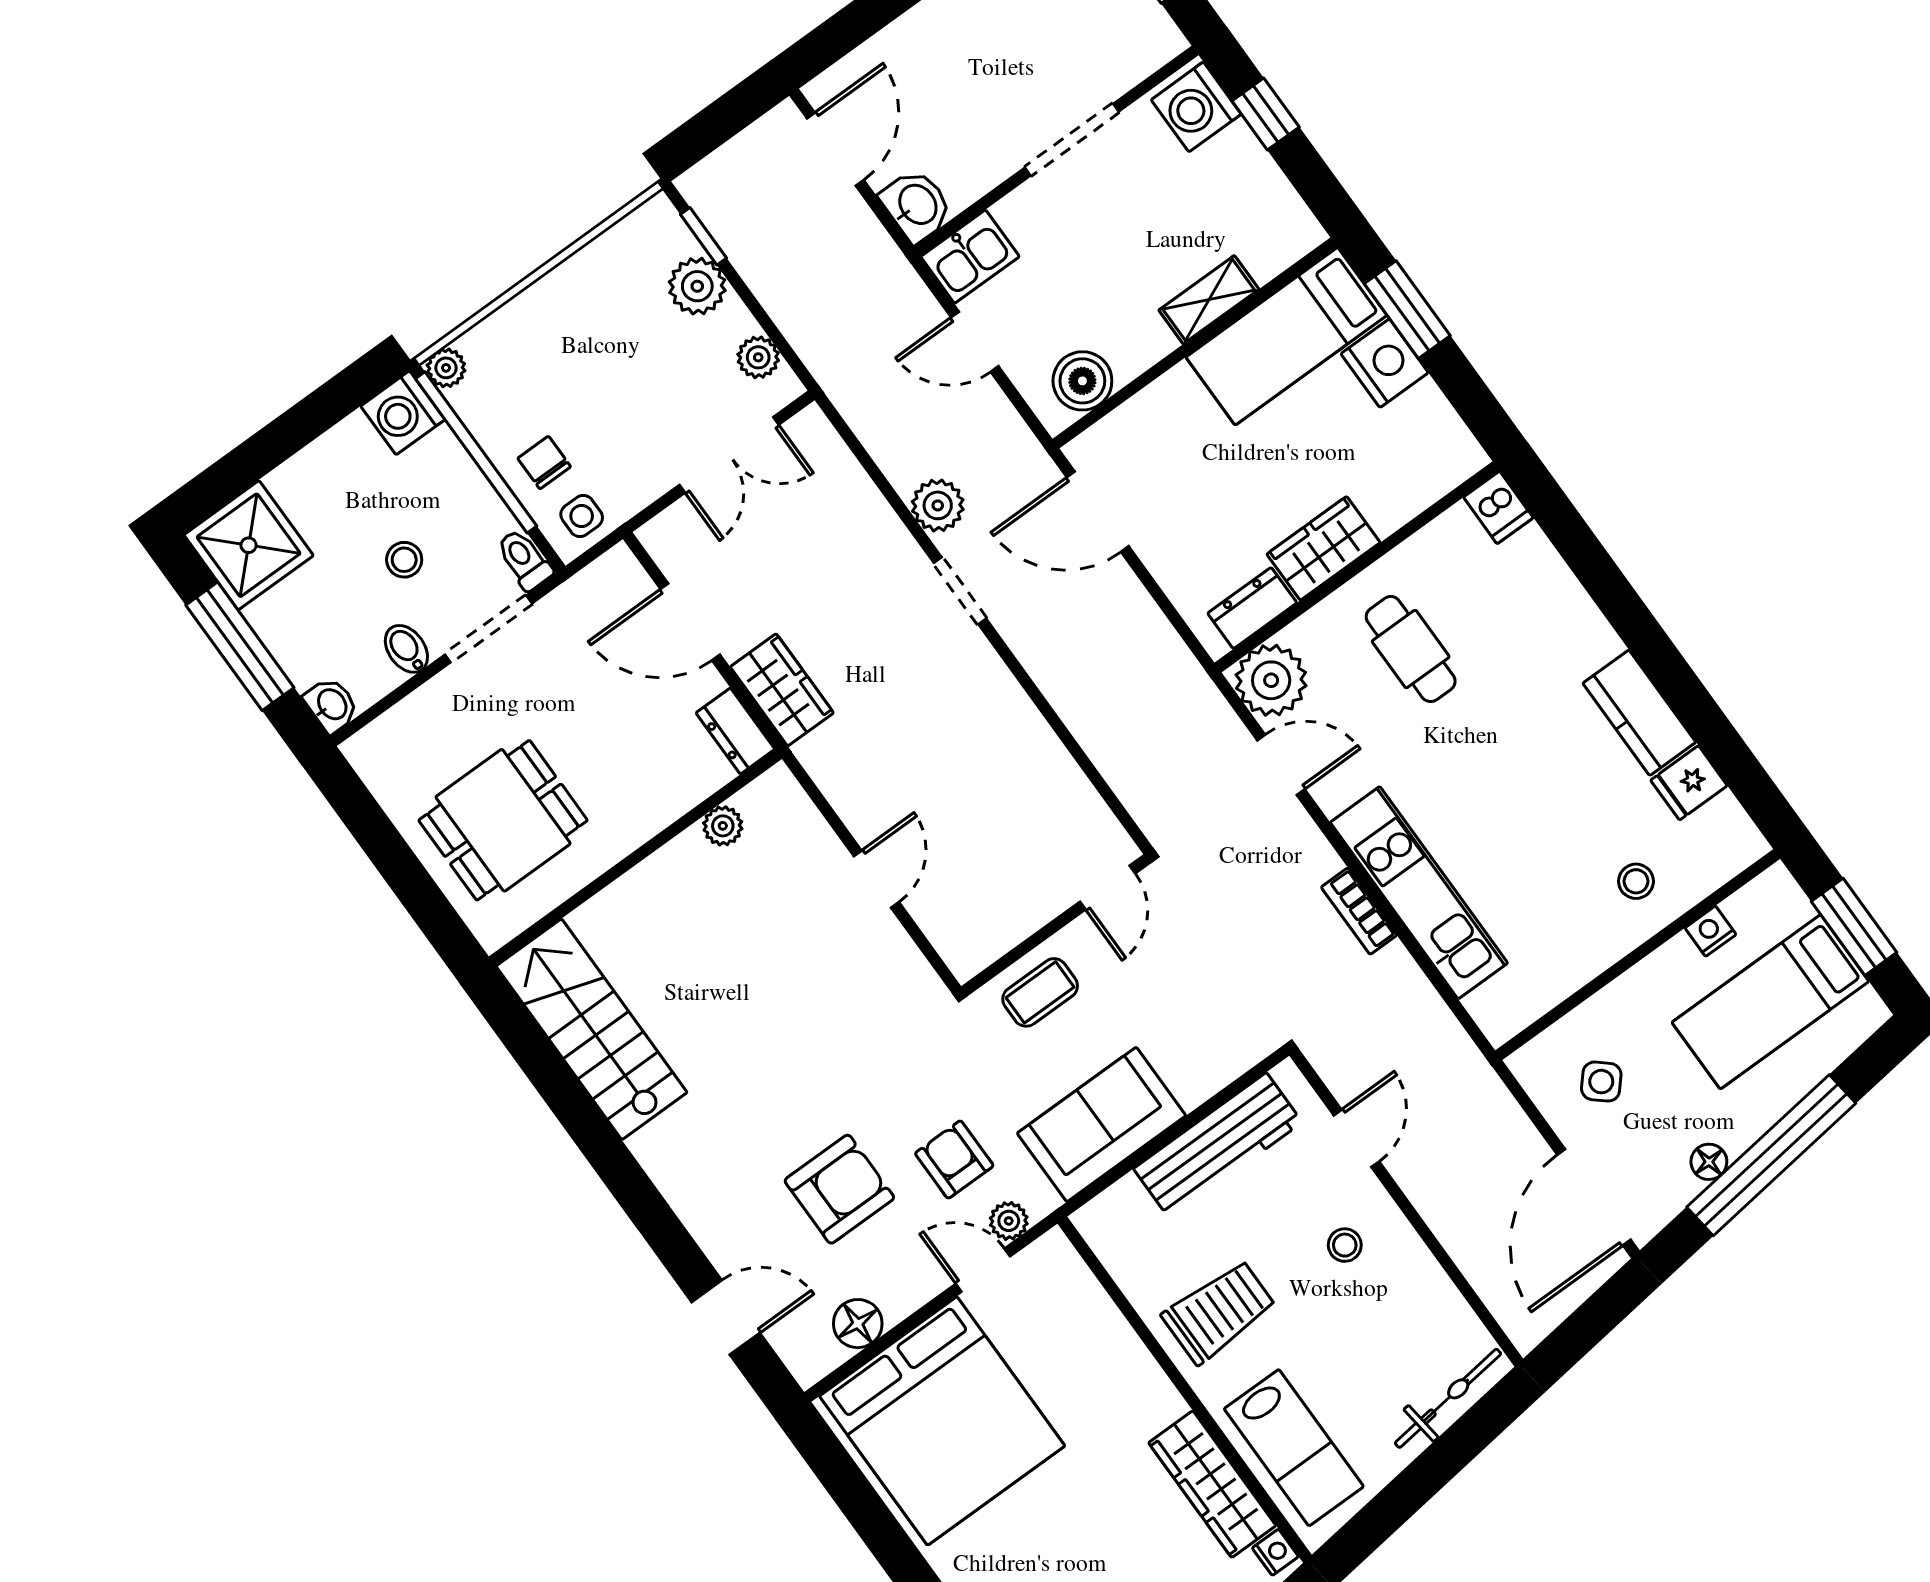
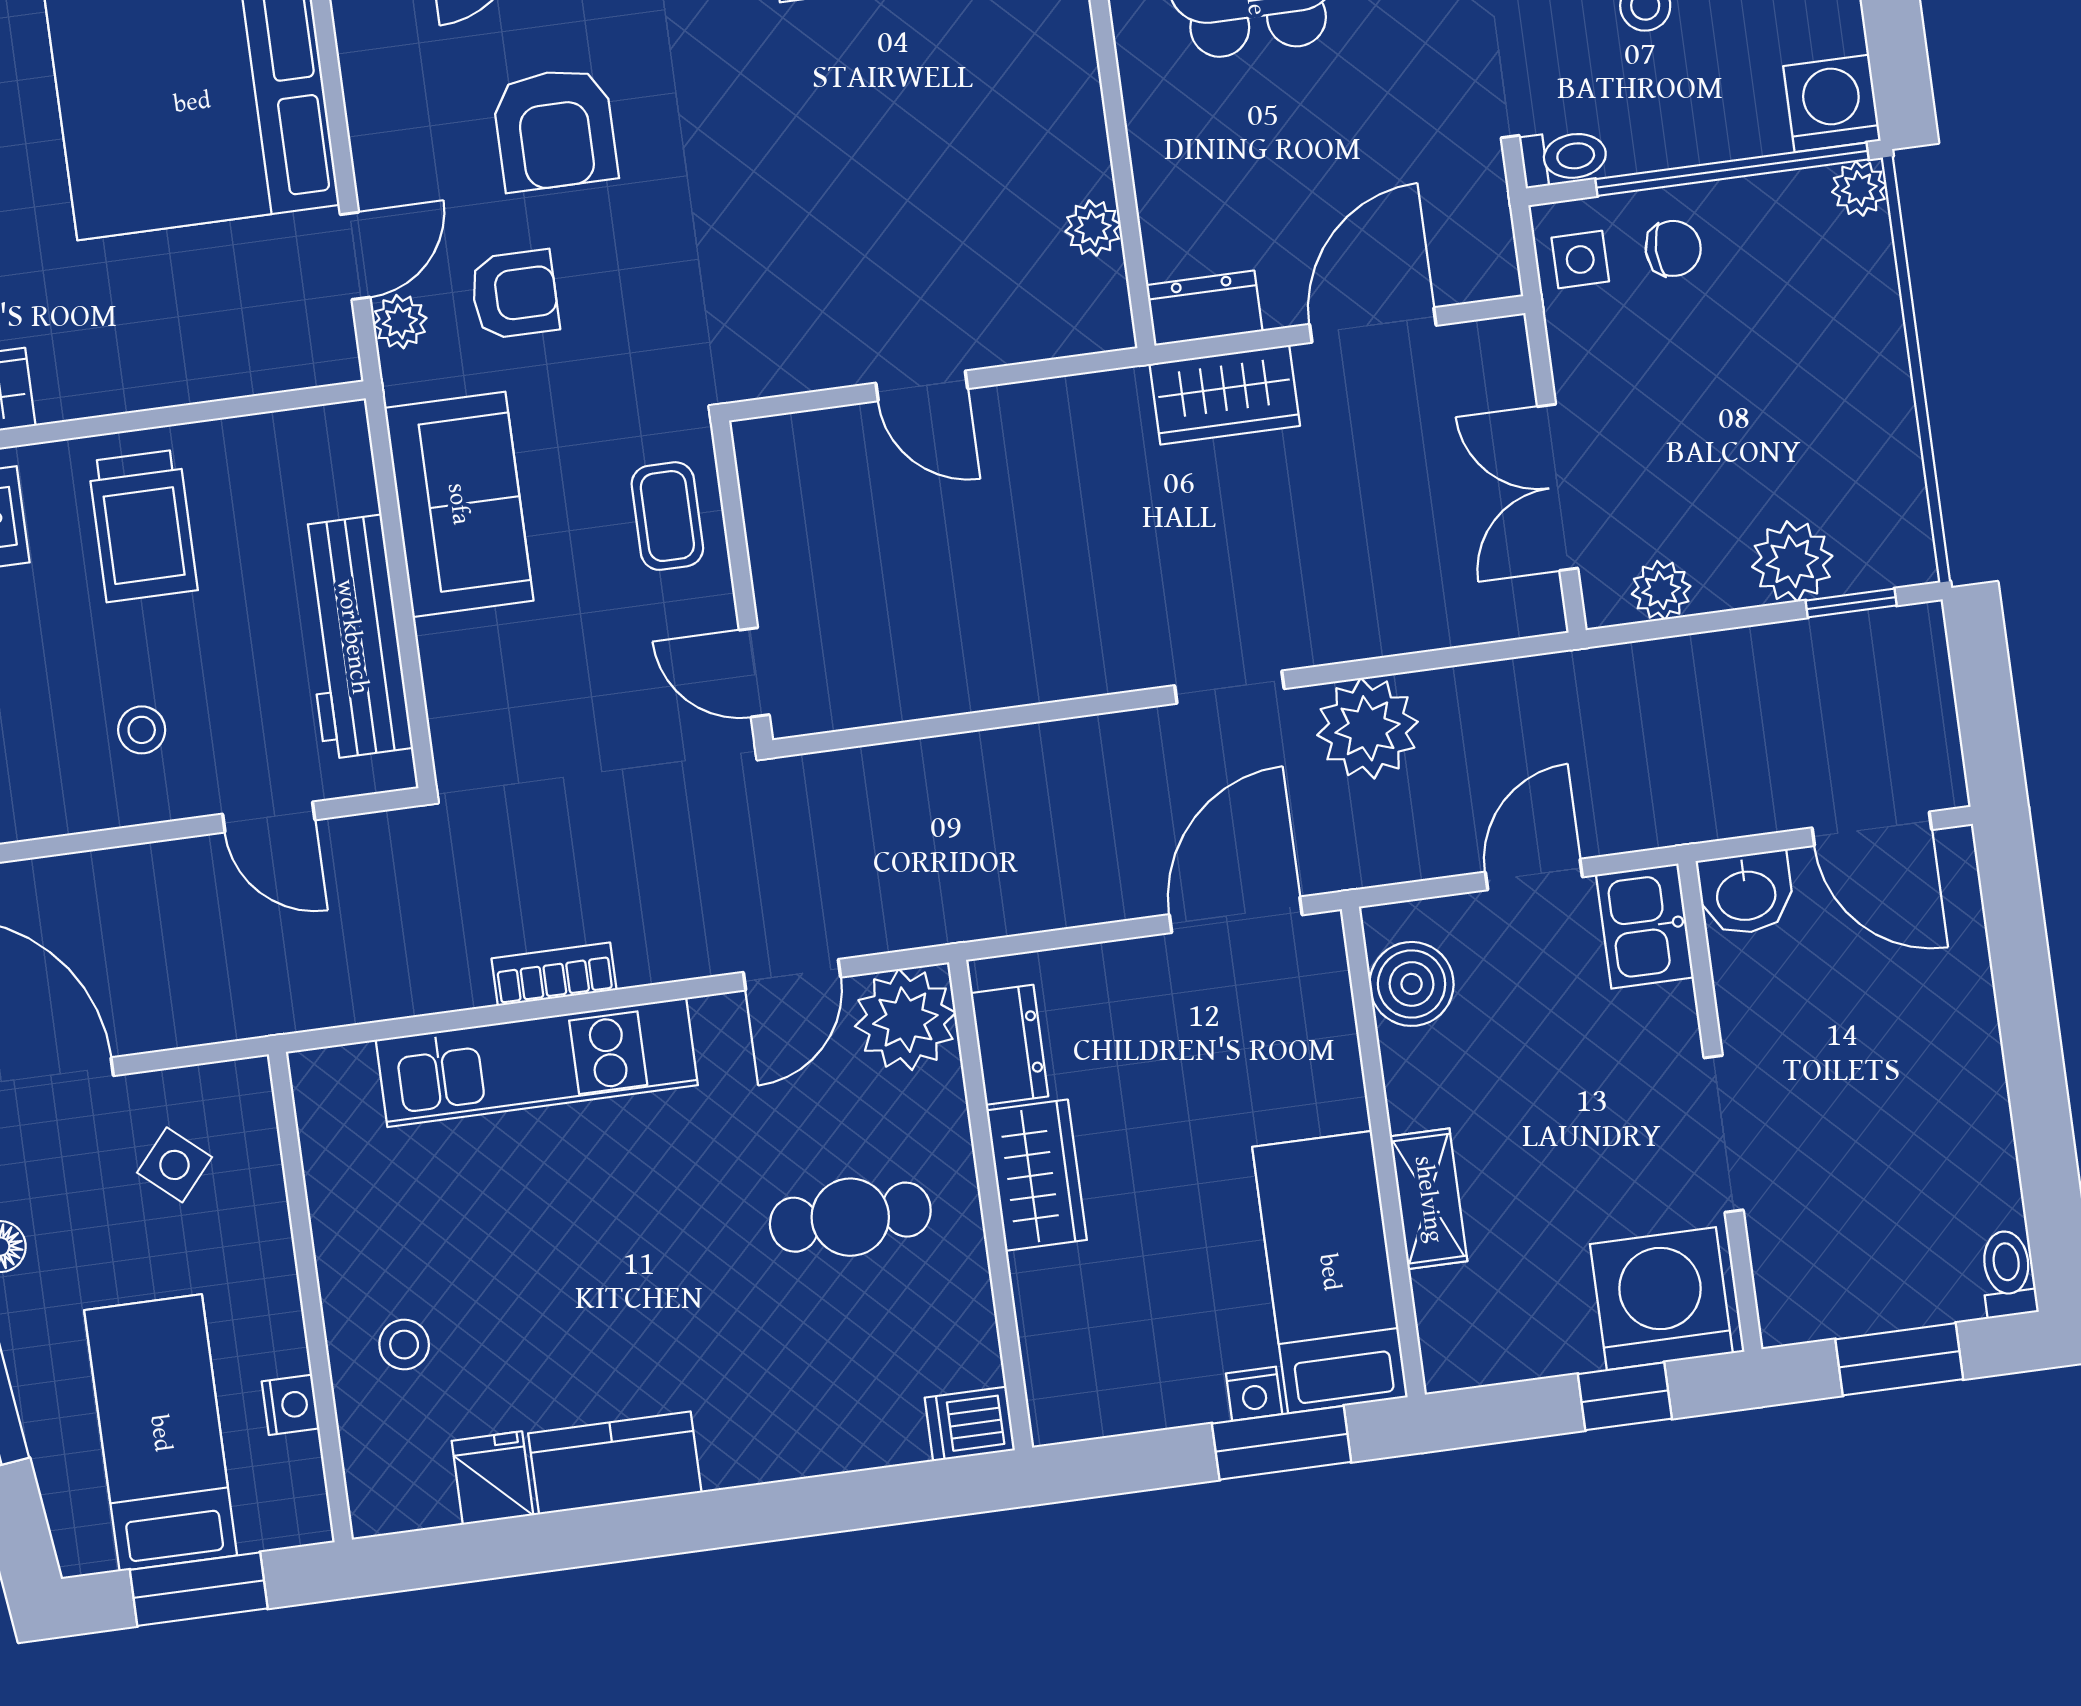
washing machine: (1196, 107) -> (1661, 1299), width x1.37, depth x1.37
nightstand: (1385, 363) -> (1254, 1394), width x0.53, depth x0.56
plant: (938, 505) -> (1368, 728), width x1.36, depth x1.36
floor lamp: (858, 1324) -> (372, 61), removed

